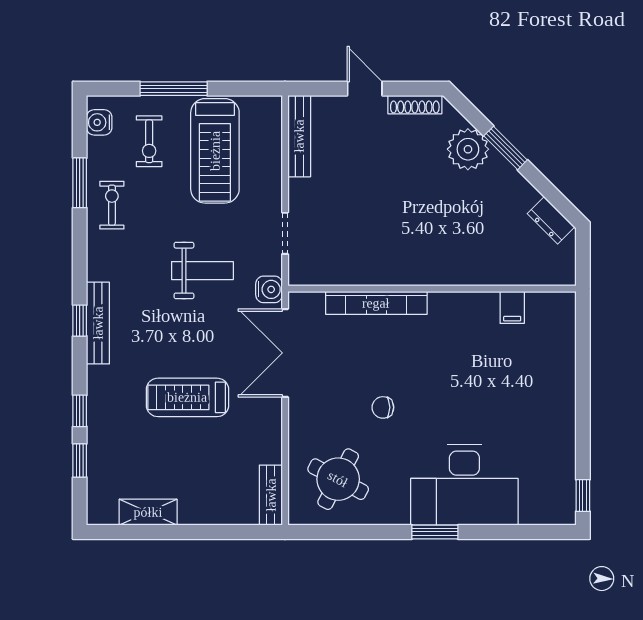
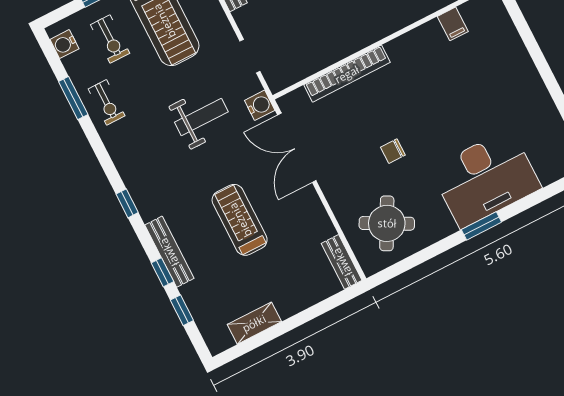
exercise bike: (112, 205) -> (107, 102), turned 180
bench: (98, 323) -> (169, 252), moved
treadmill: (187, 397) -> (240, 220), turned 90

